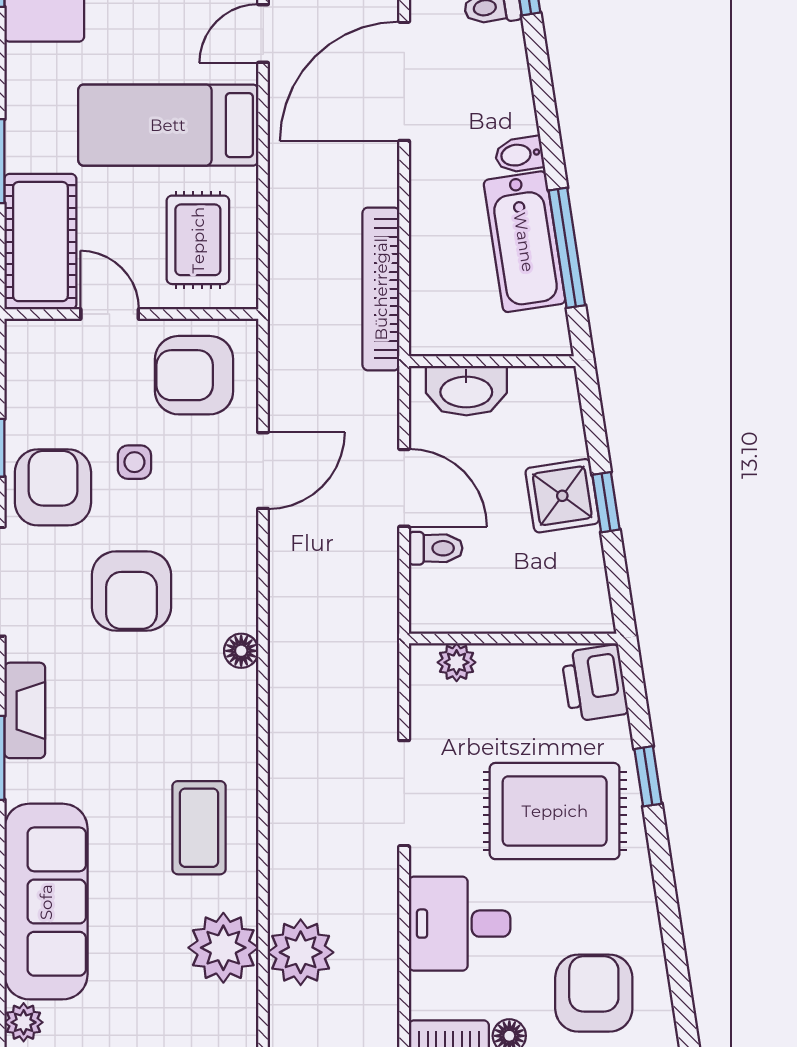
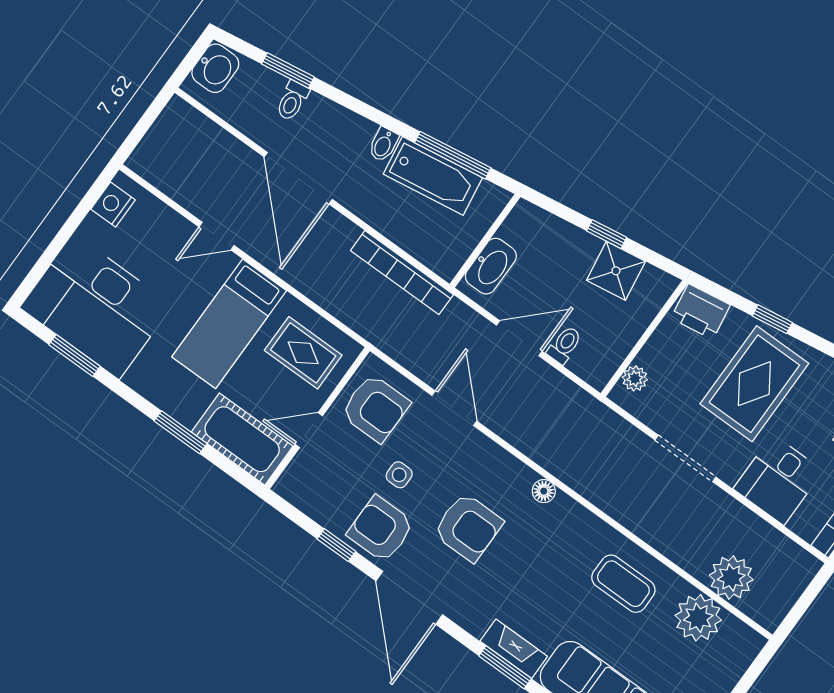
door: (263, 33) -> (217, 236), hinge flipped
armchair: (194, 375) -> (375, 408), turned -90
shower: (562, 496) -> (616, 271), moved
fireplace: (25, 710) -> (514, 649), moved

